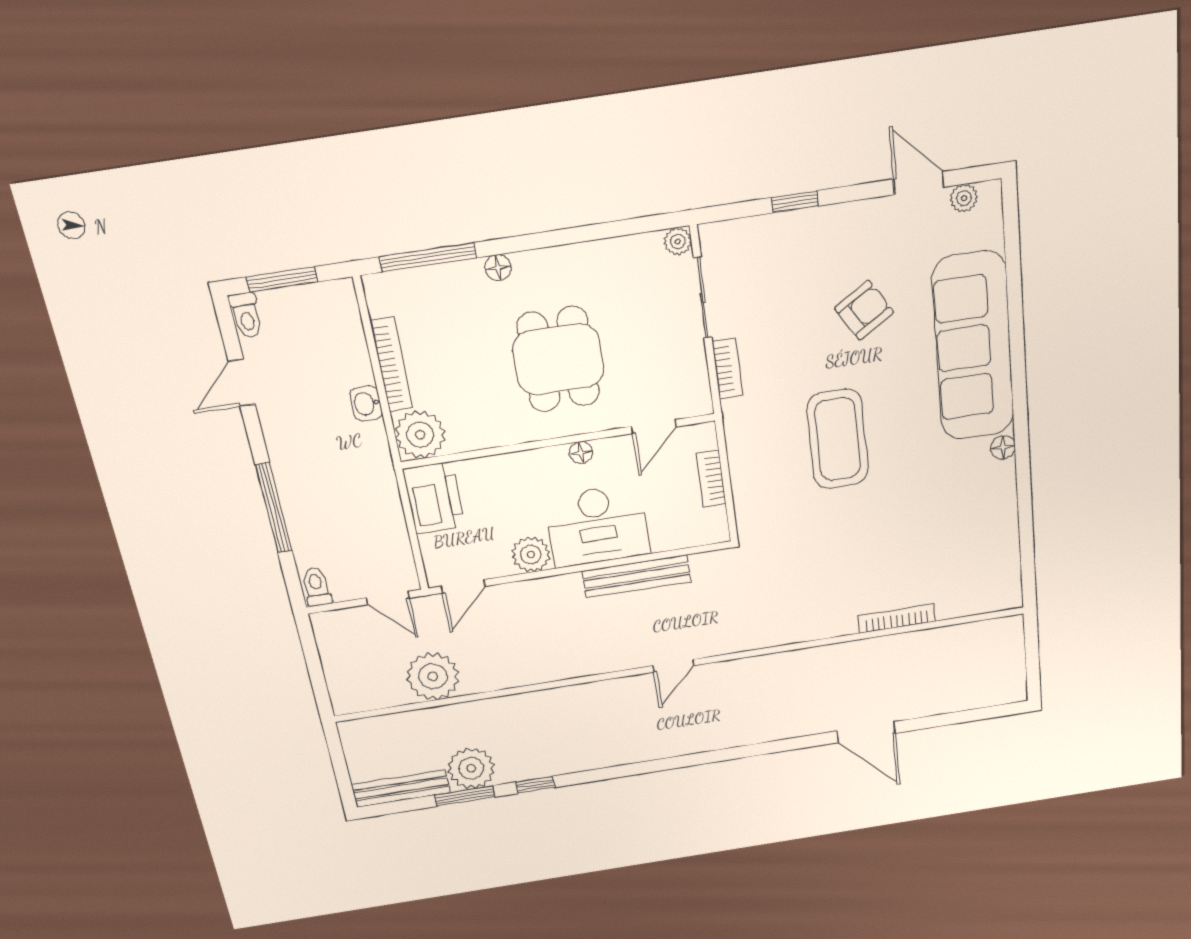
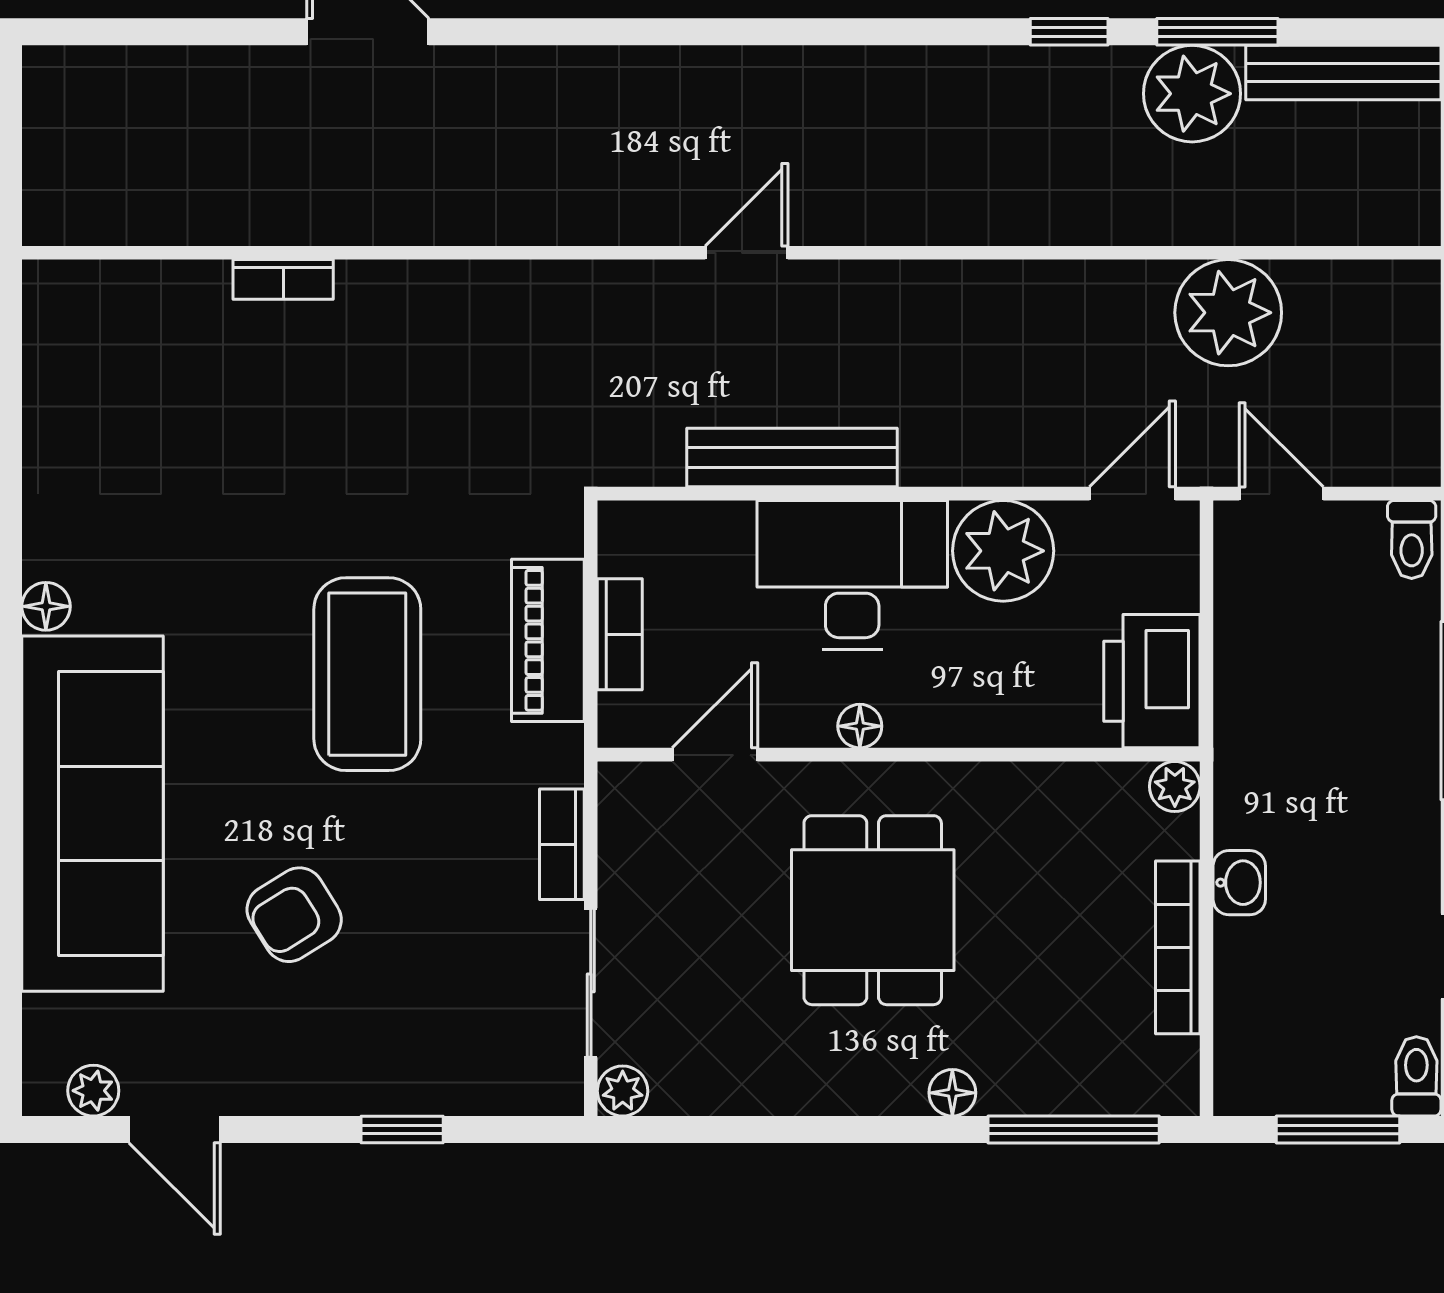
plant: (420, 435) -> (1175, 786), width x0.53, depth x0.53
piano: (747, 470) -> (548, 640), added
plant: (531, 554) -> (1003, 551), width x1.36, depth x1.36
bookcase: (897, 618) -> (283, 279), width x0.64

